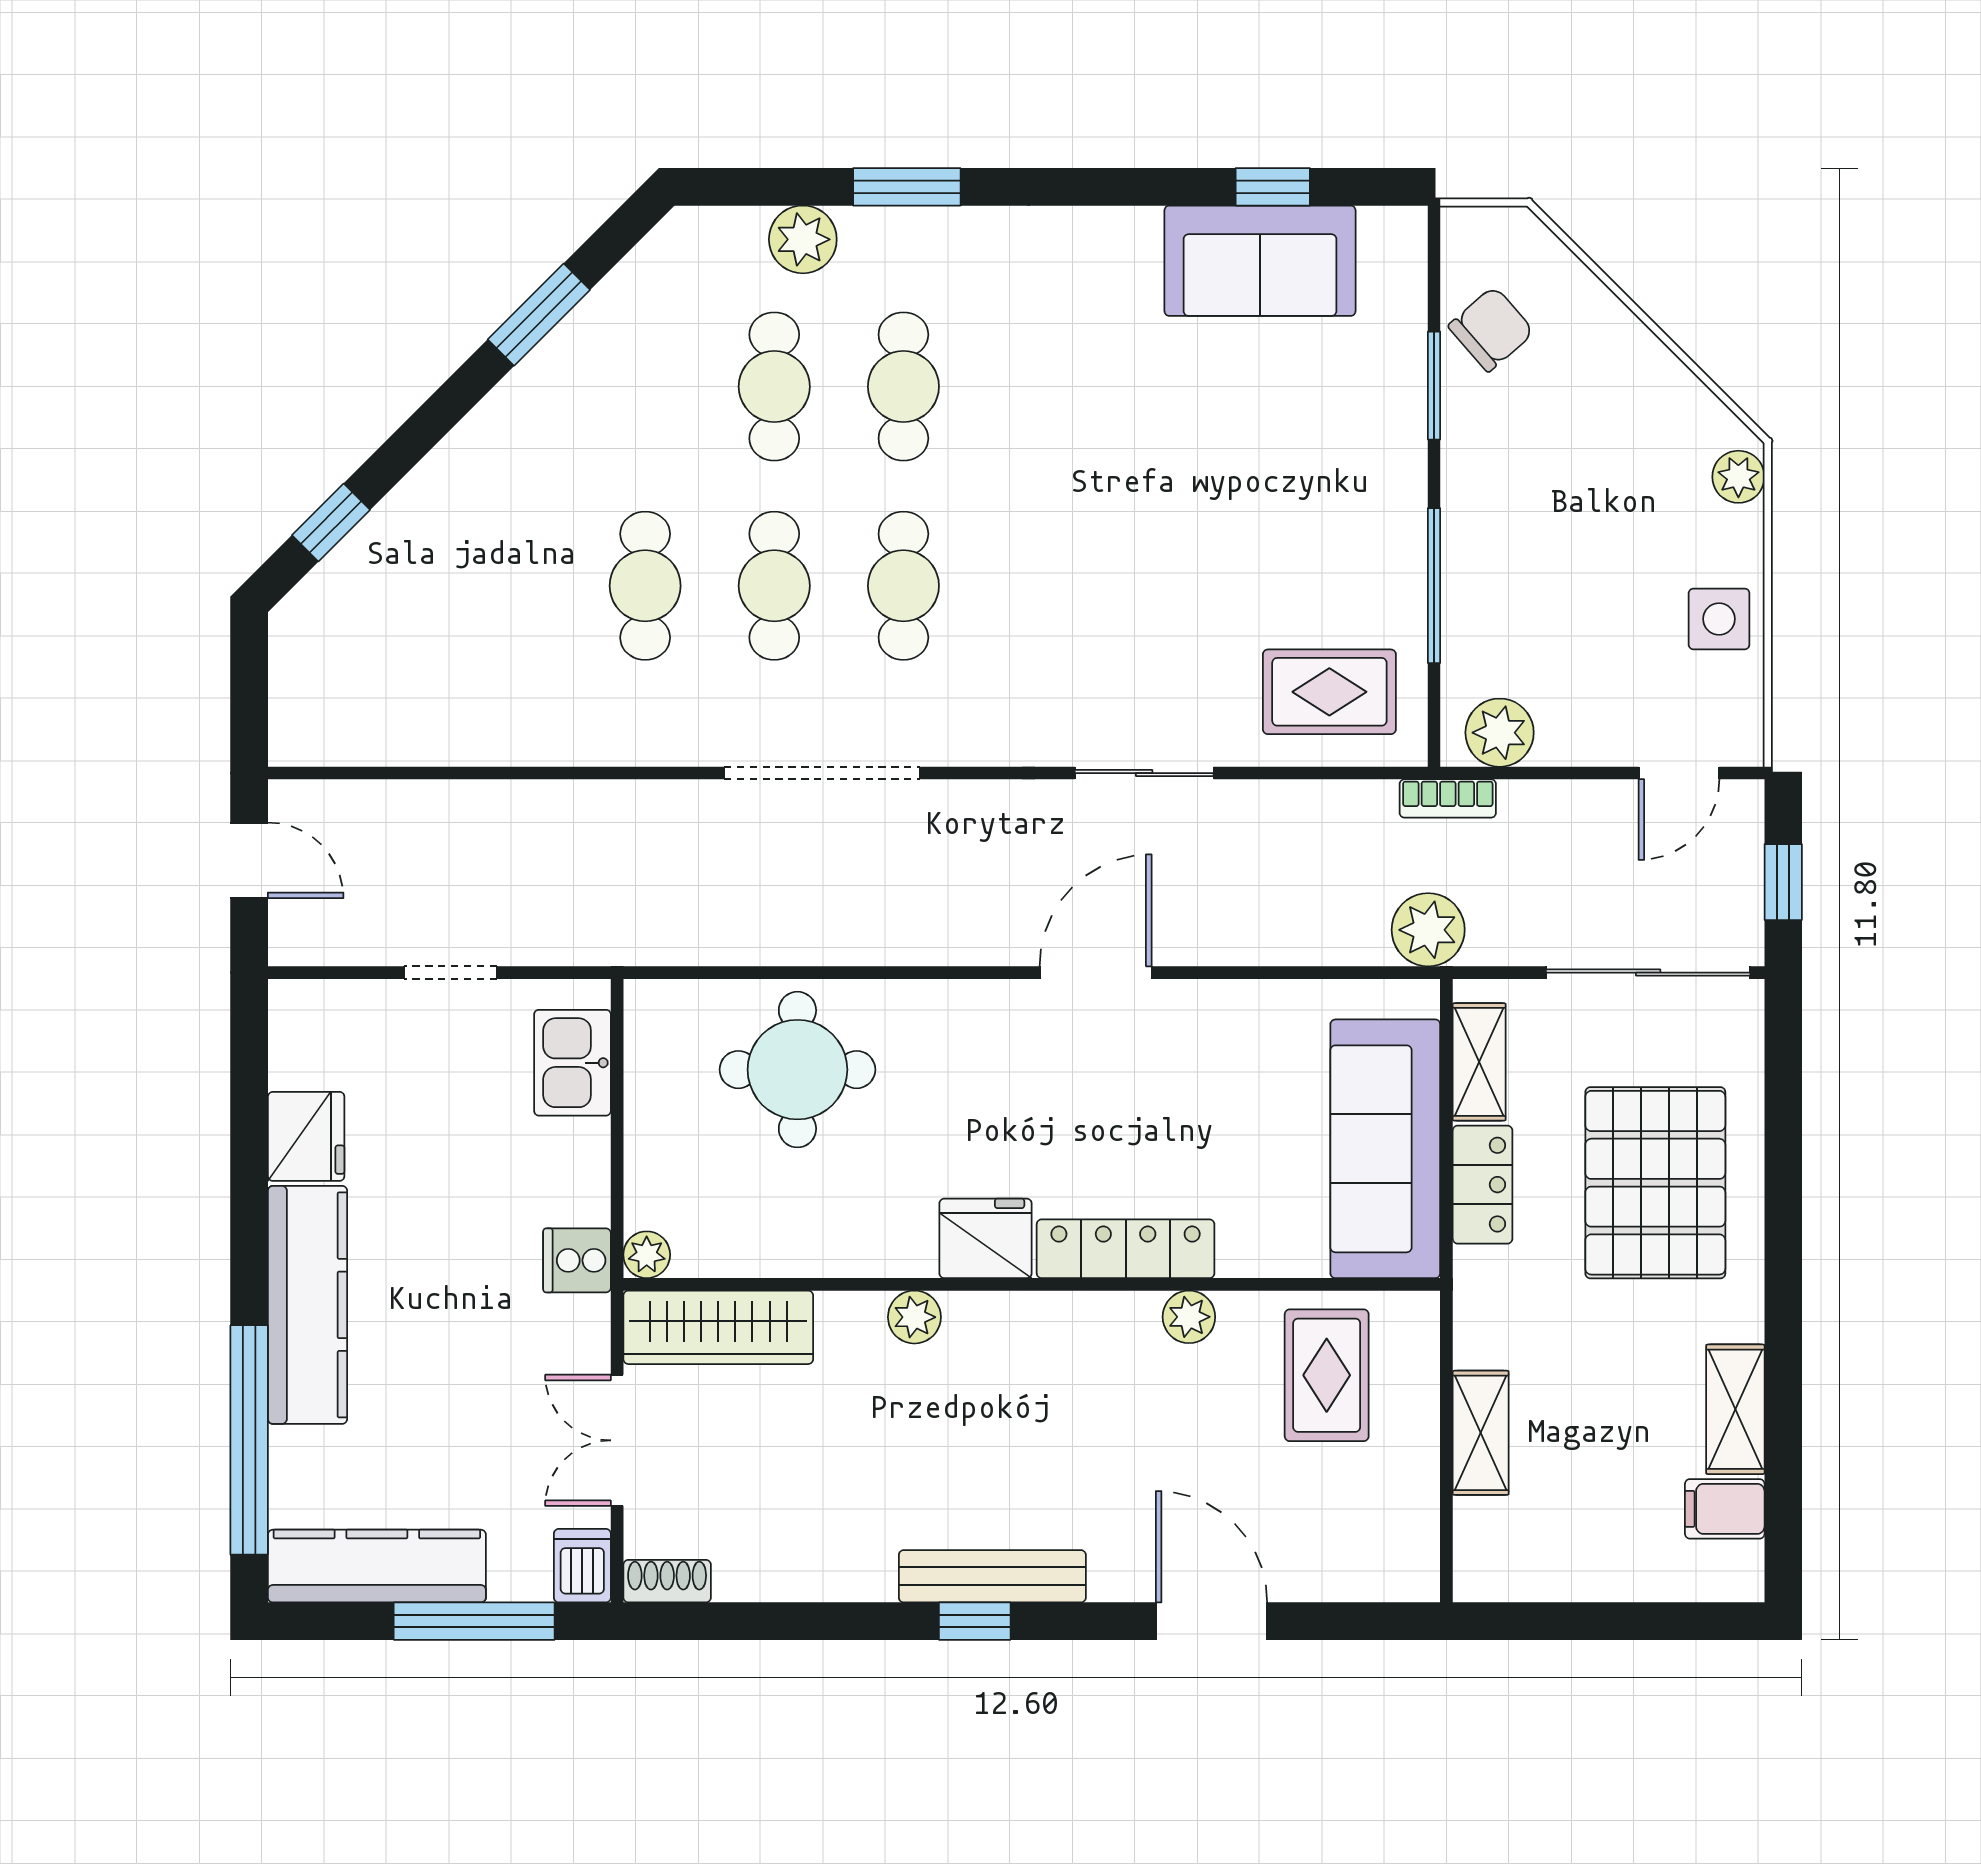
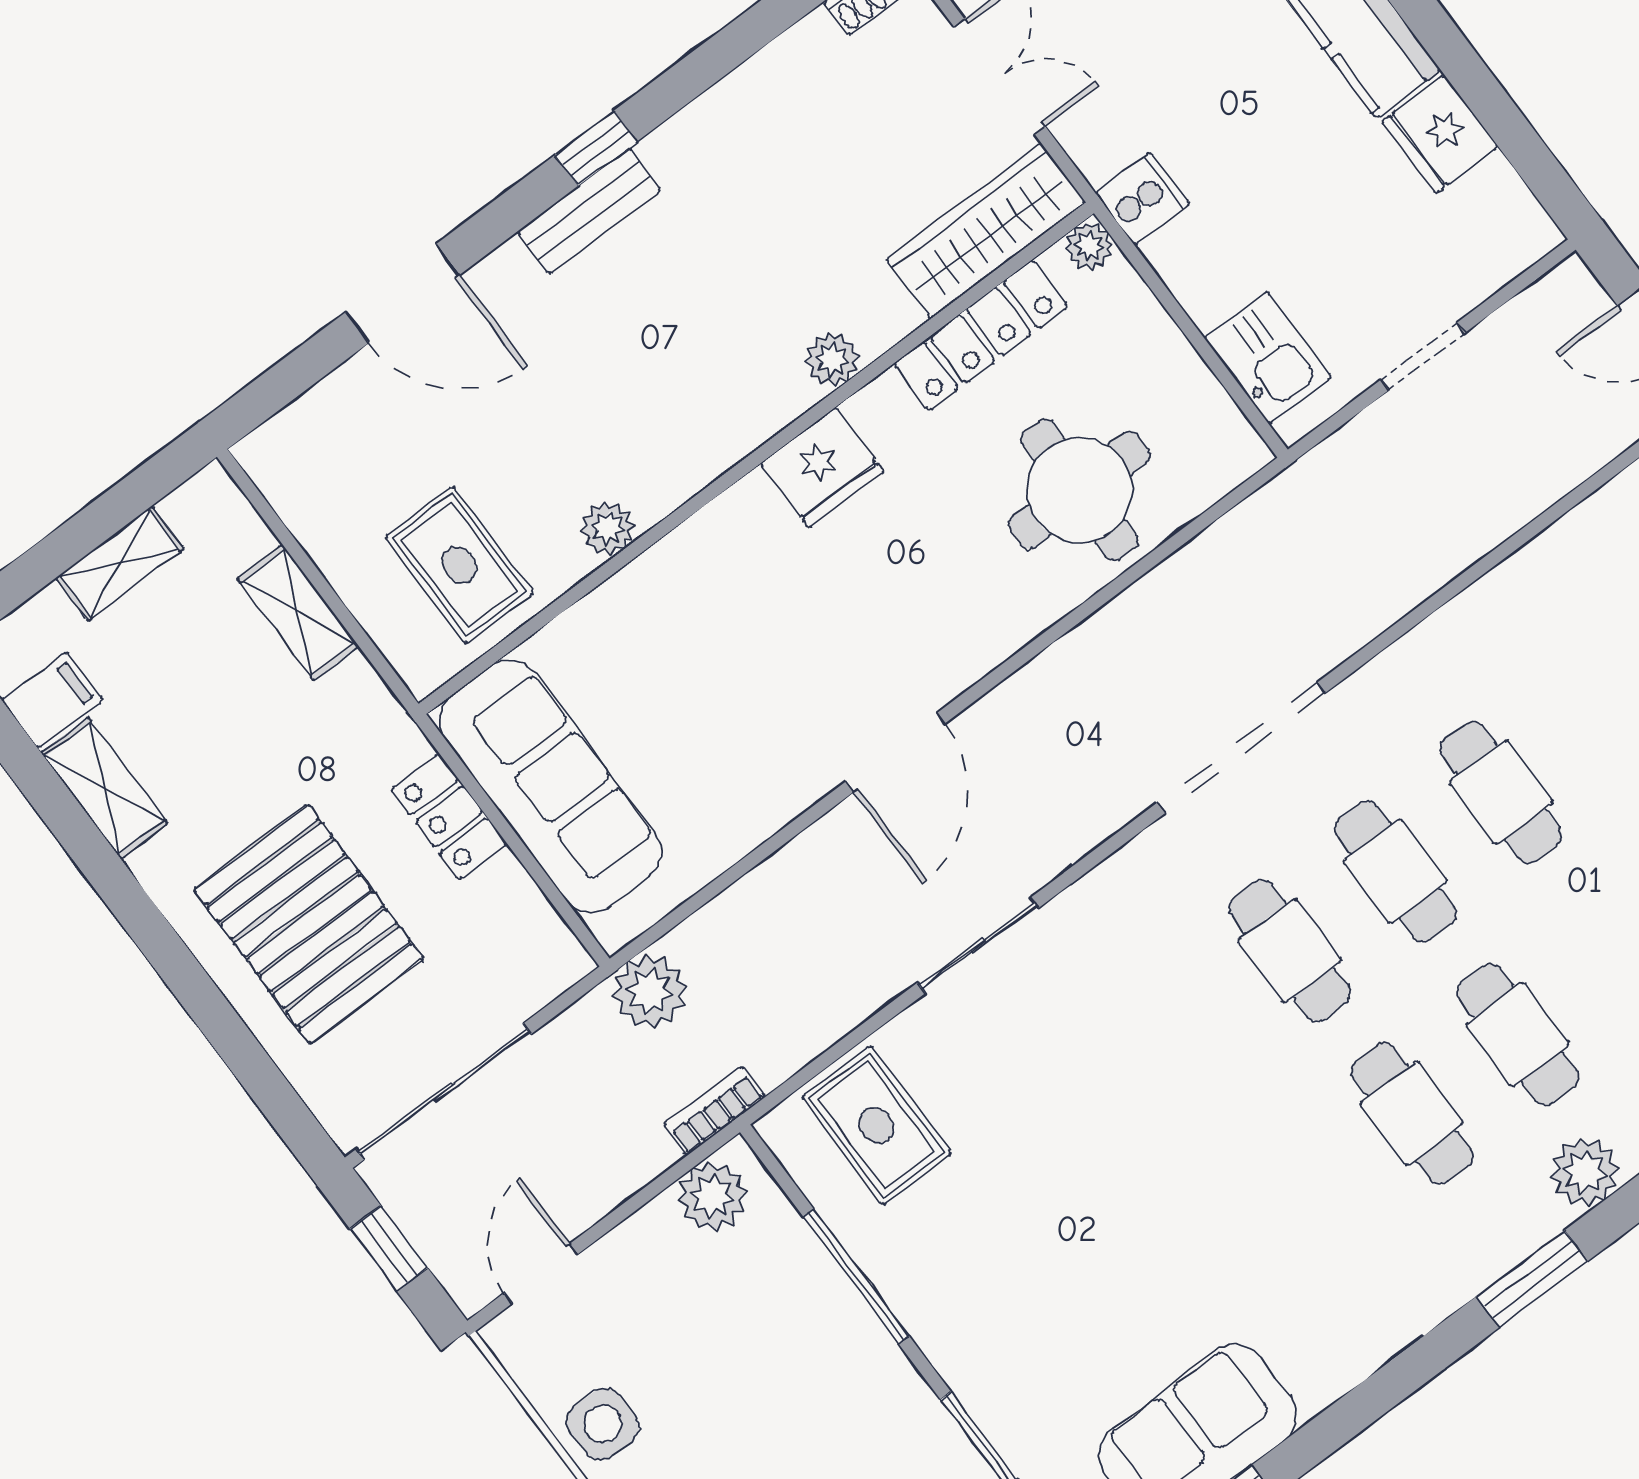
rug: (1329, 692) -> (877, 1125), turned 90
shelving: (1479, 1062) -> (120, 563), moved, turned 90
locker: (1126, 1249) -> (981, 335), moved
bench: (992, 1576) -> (589, 211), width x0.73

